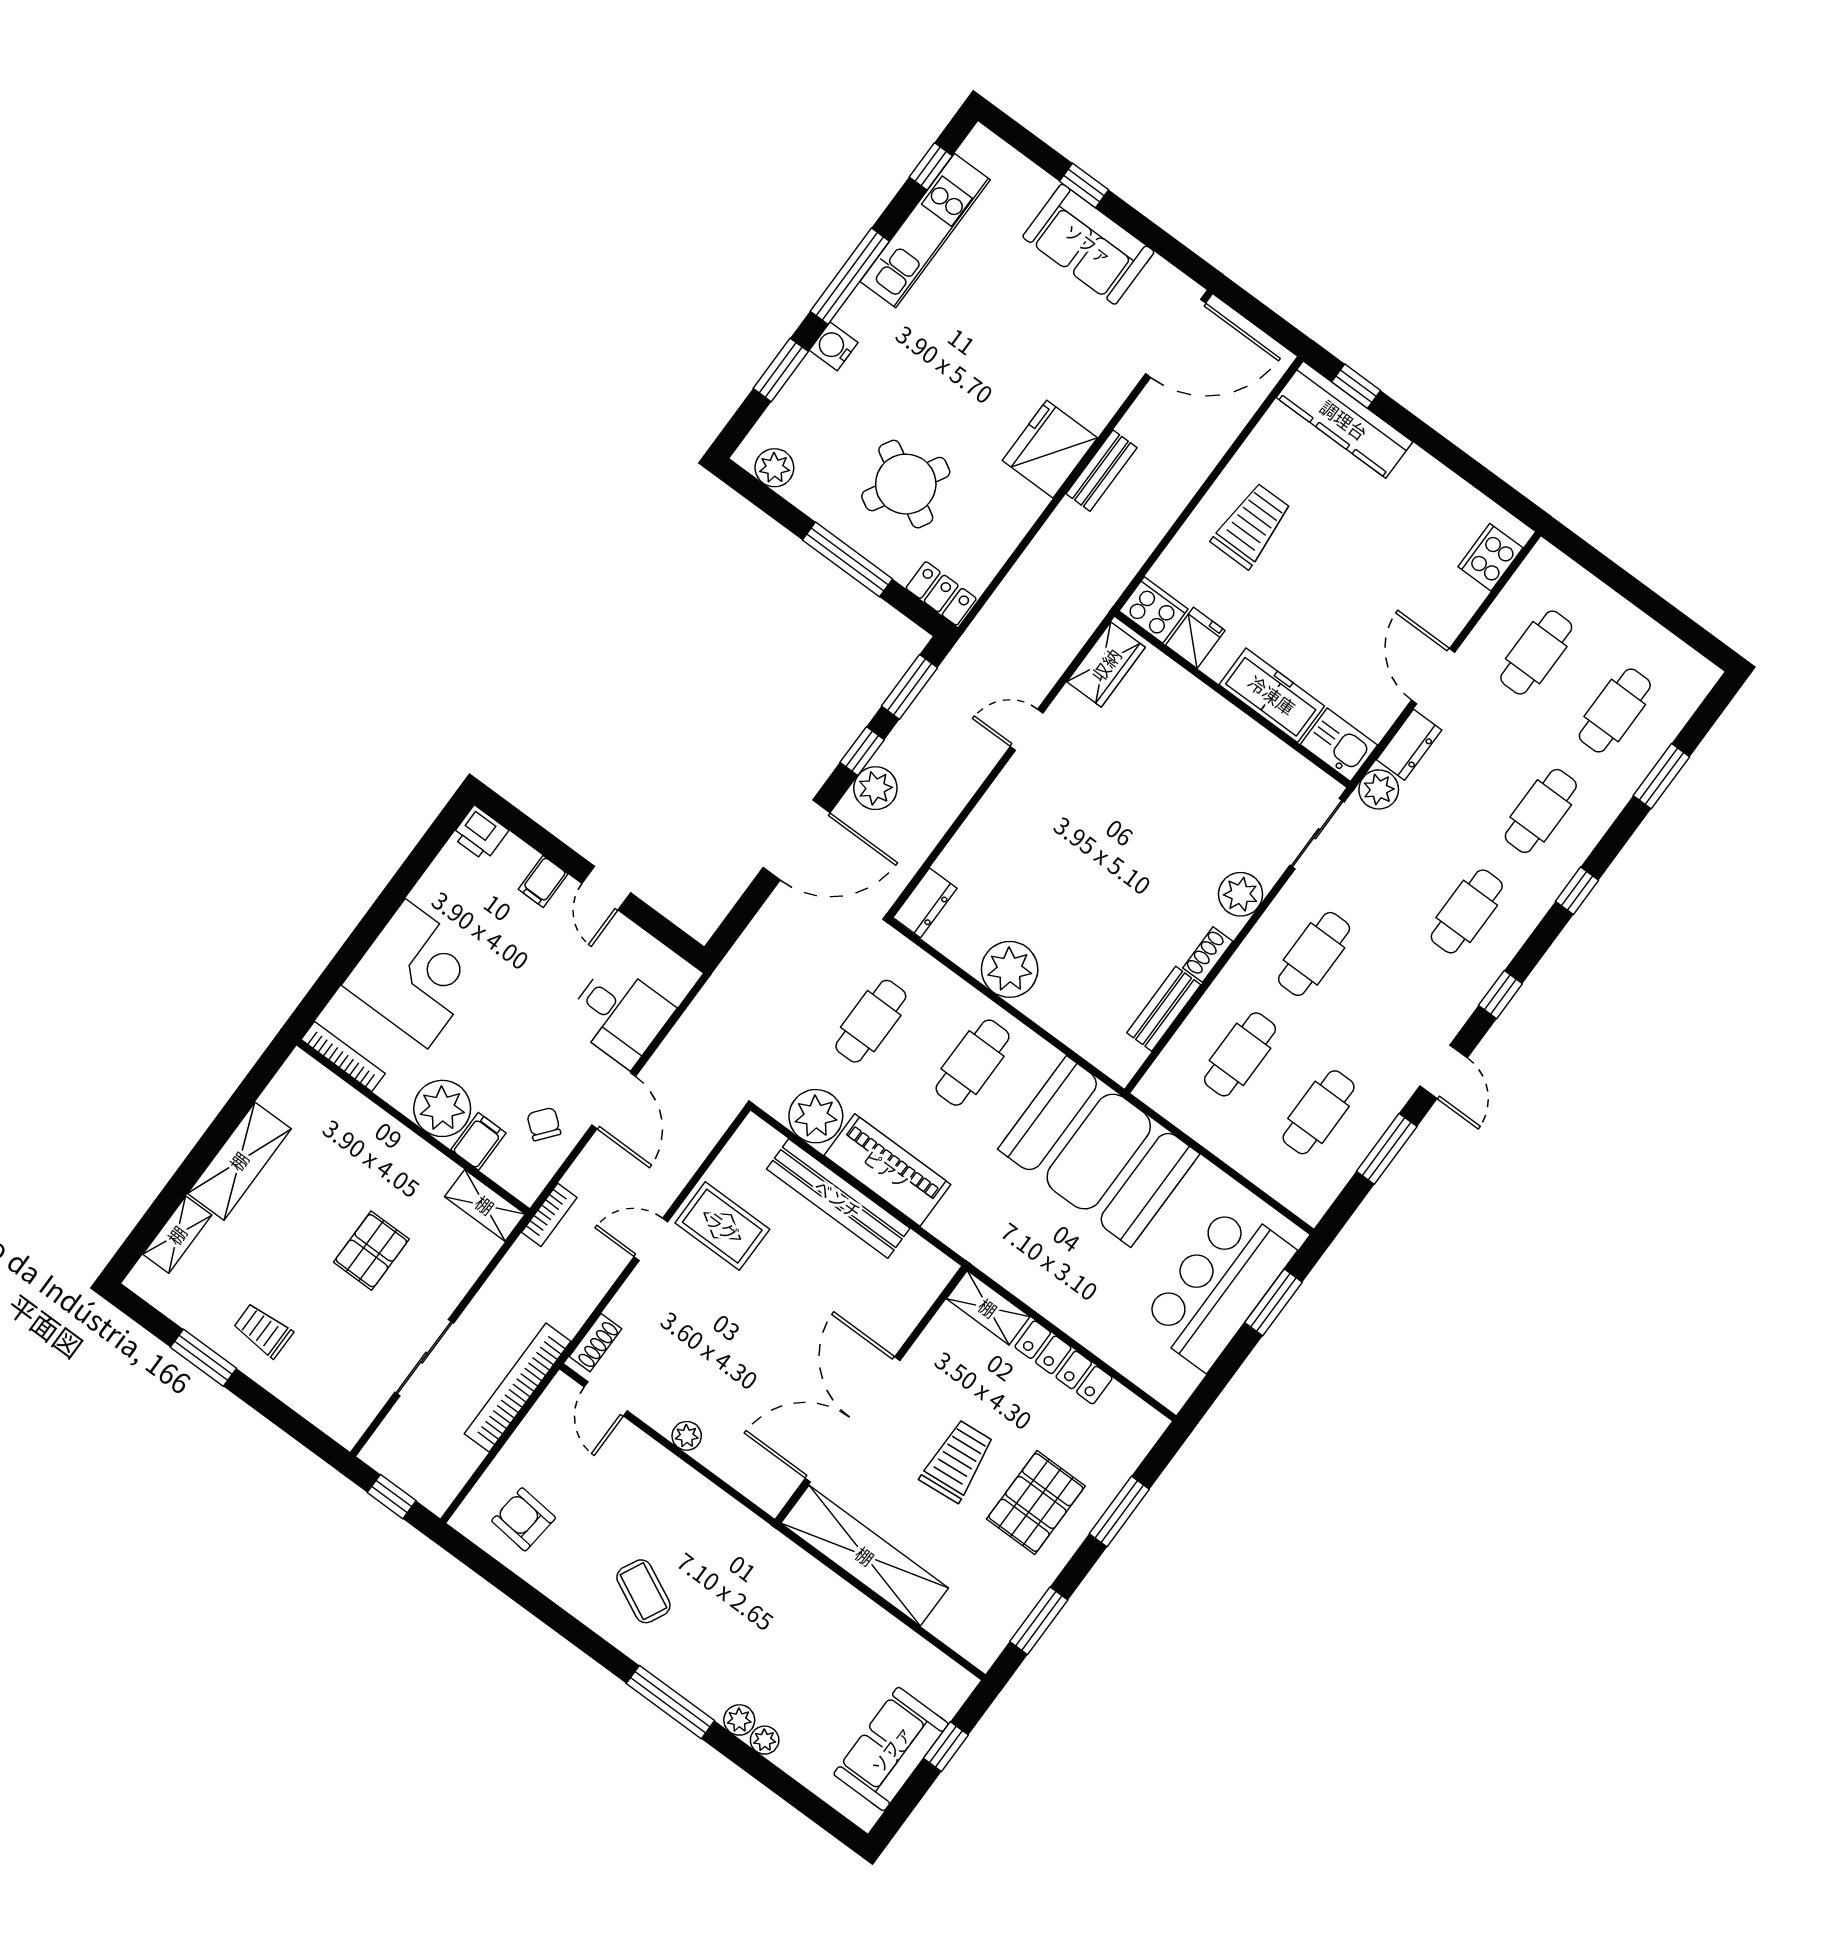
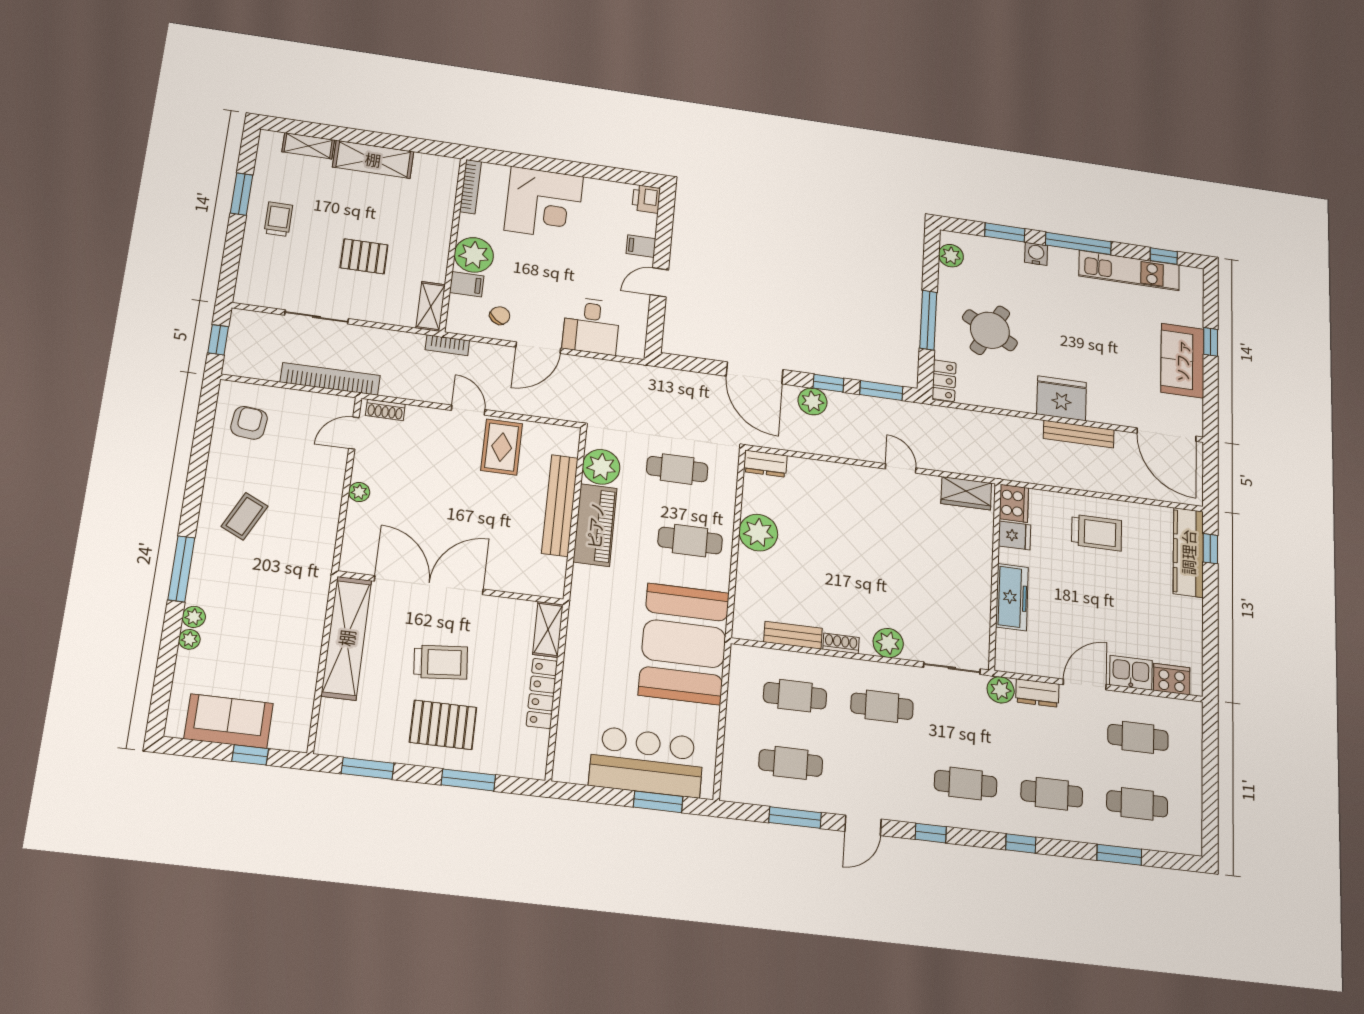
bench: (1102, 471) -> (1079, 434), width x1.36
kitchen sink: (1339, 745) -> (1131, 673), moved, turned -90

